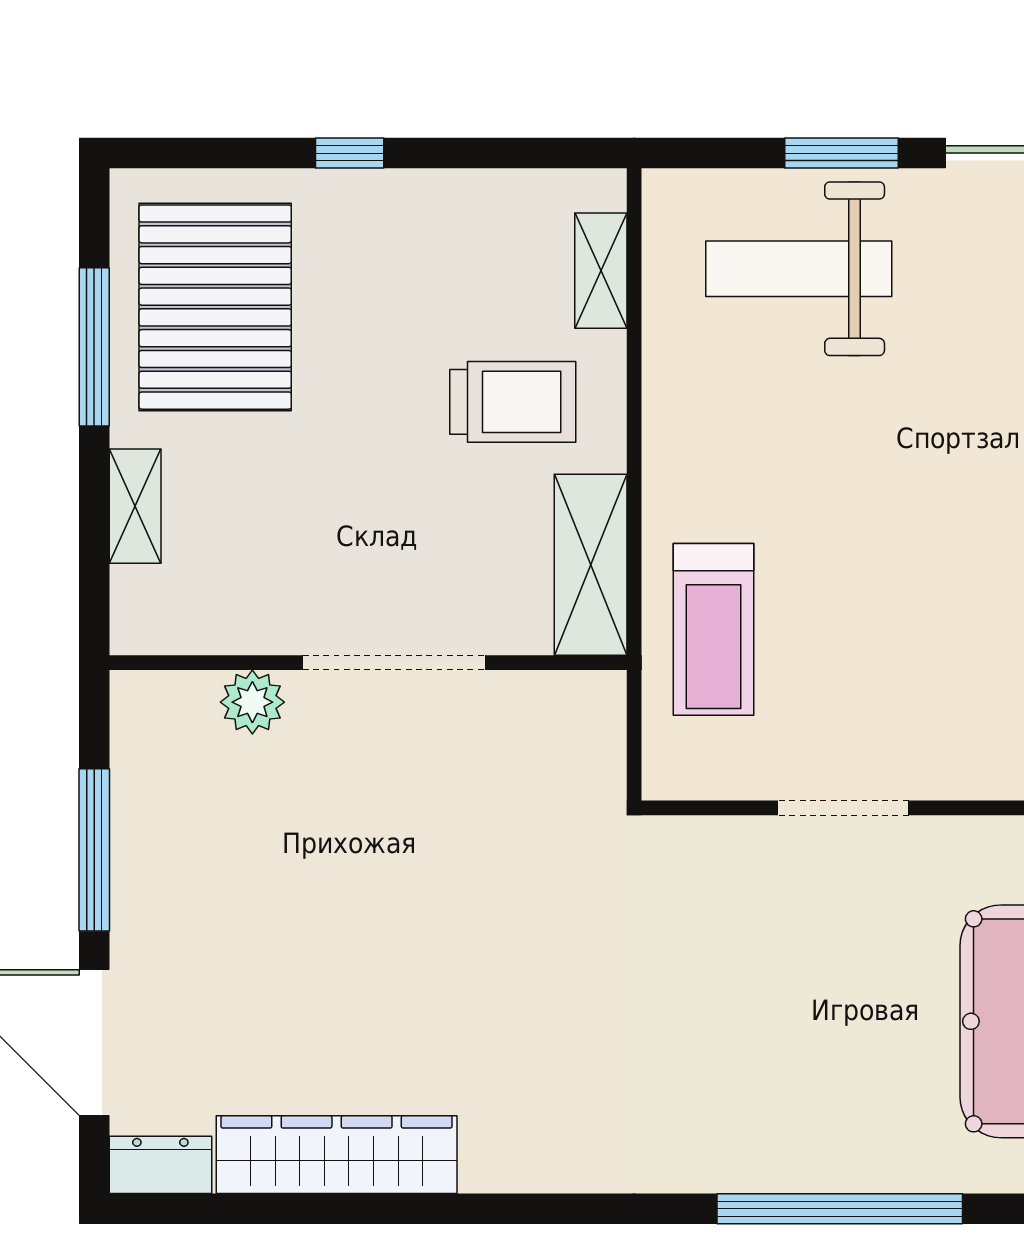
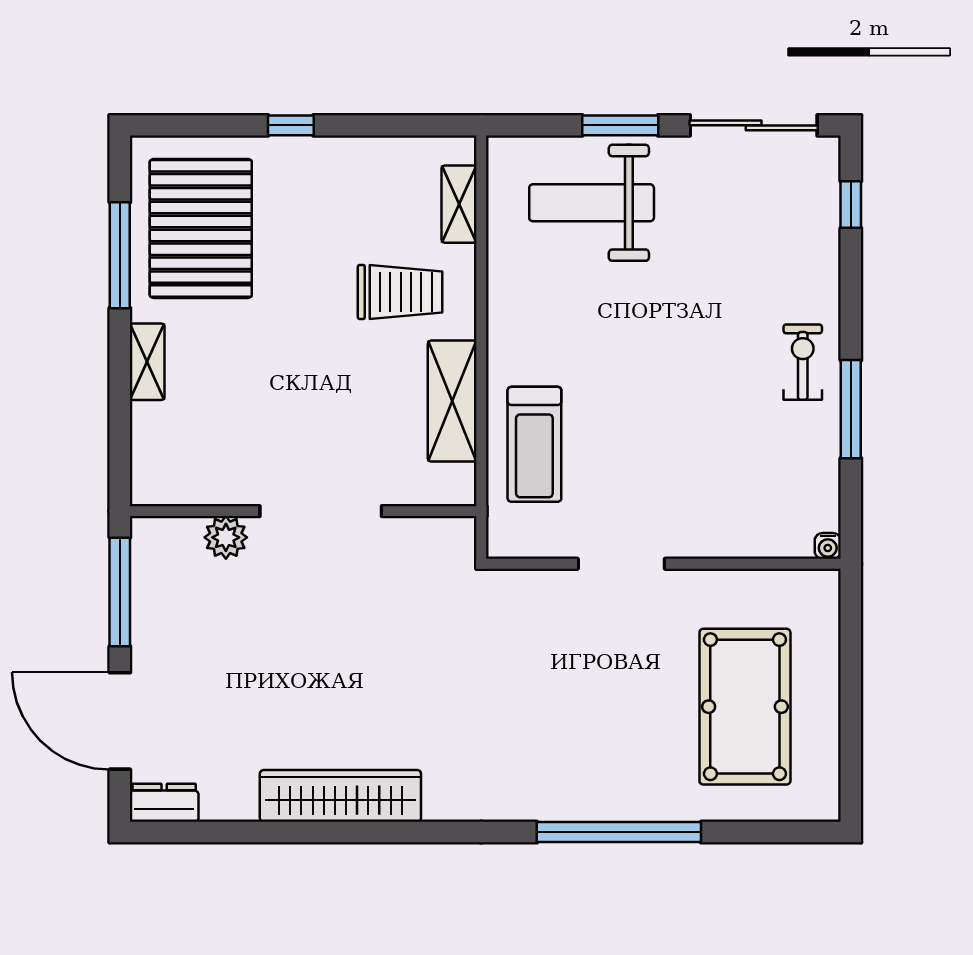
wall: (368, 663) -> (303, 511), moved
doorway: (394, 663) -> (321, 511), moved
plant: (252, 702) -> (226, 537), moved
wardrobe: (337, 1155) -> (340, 796), moved

